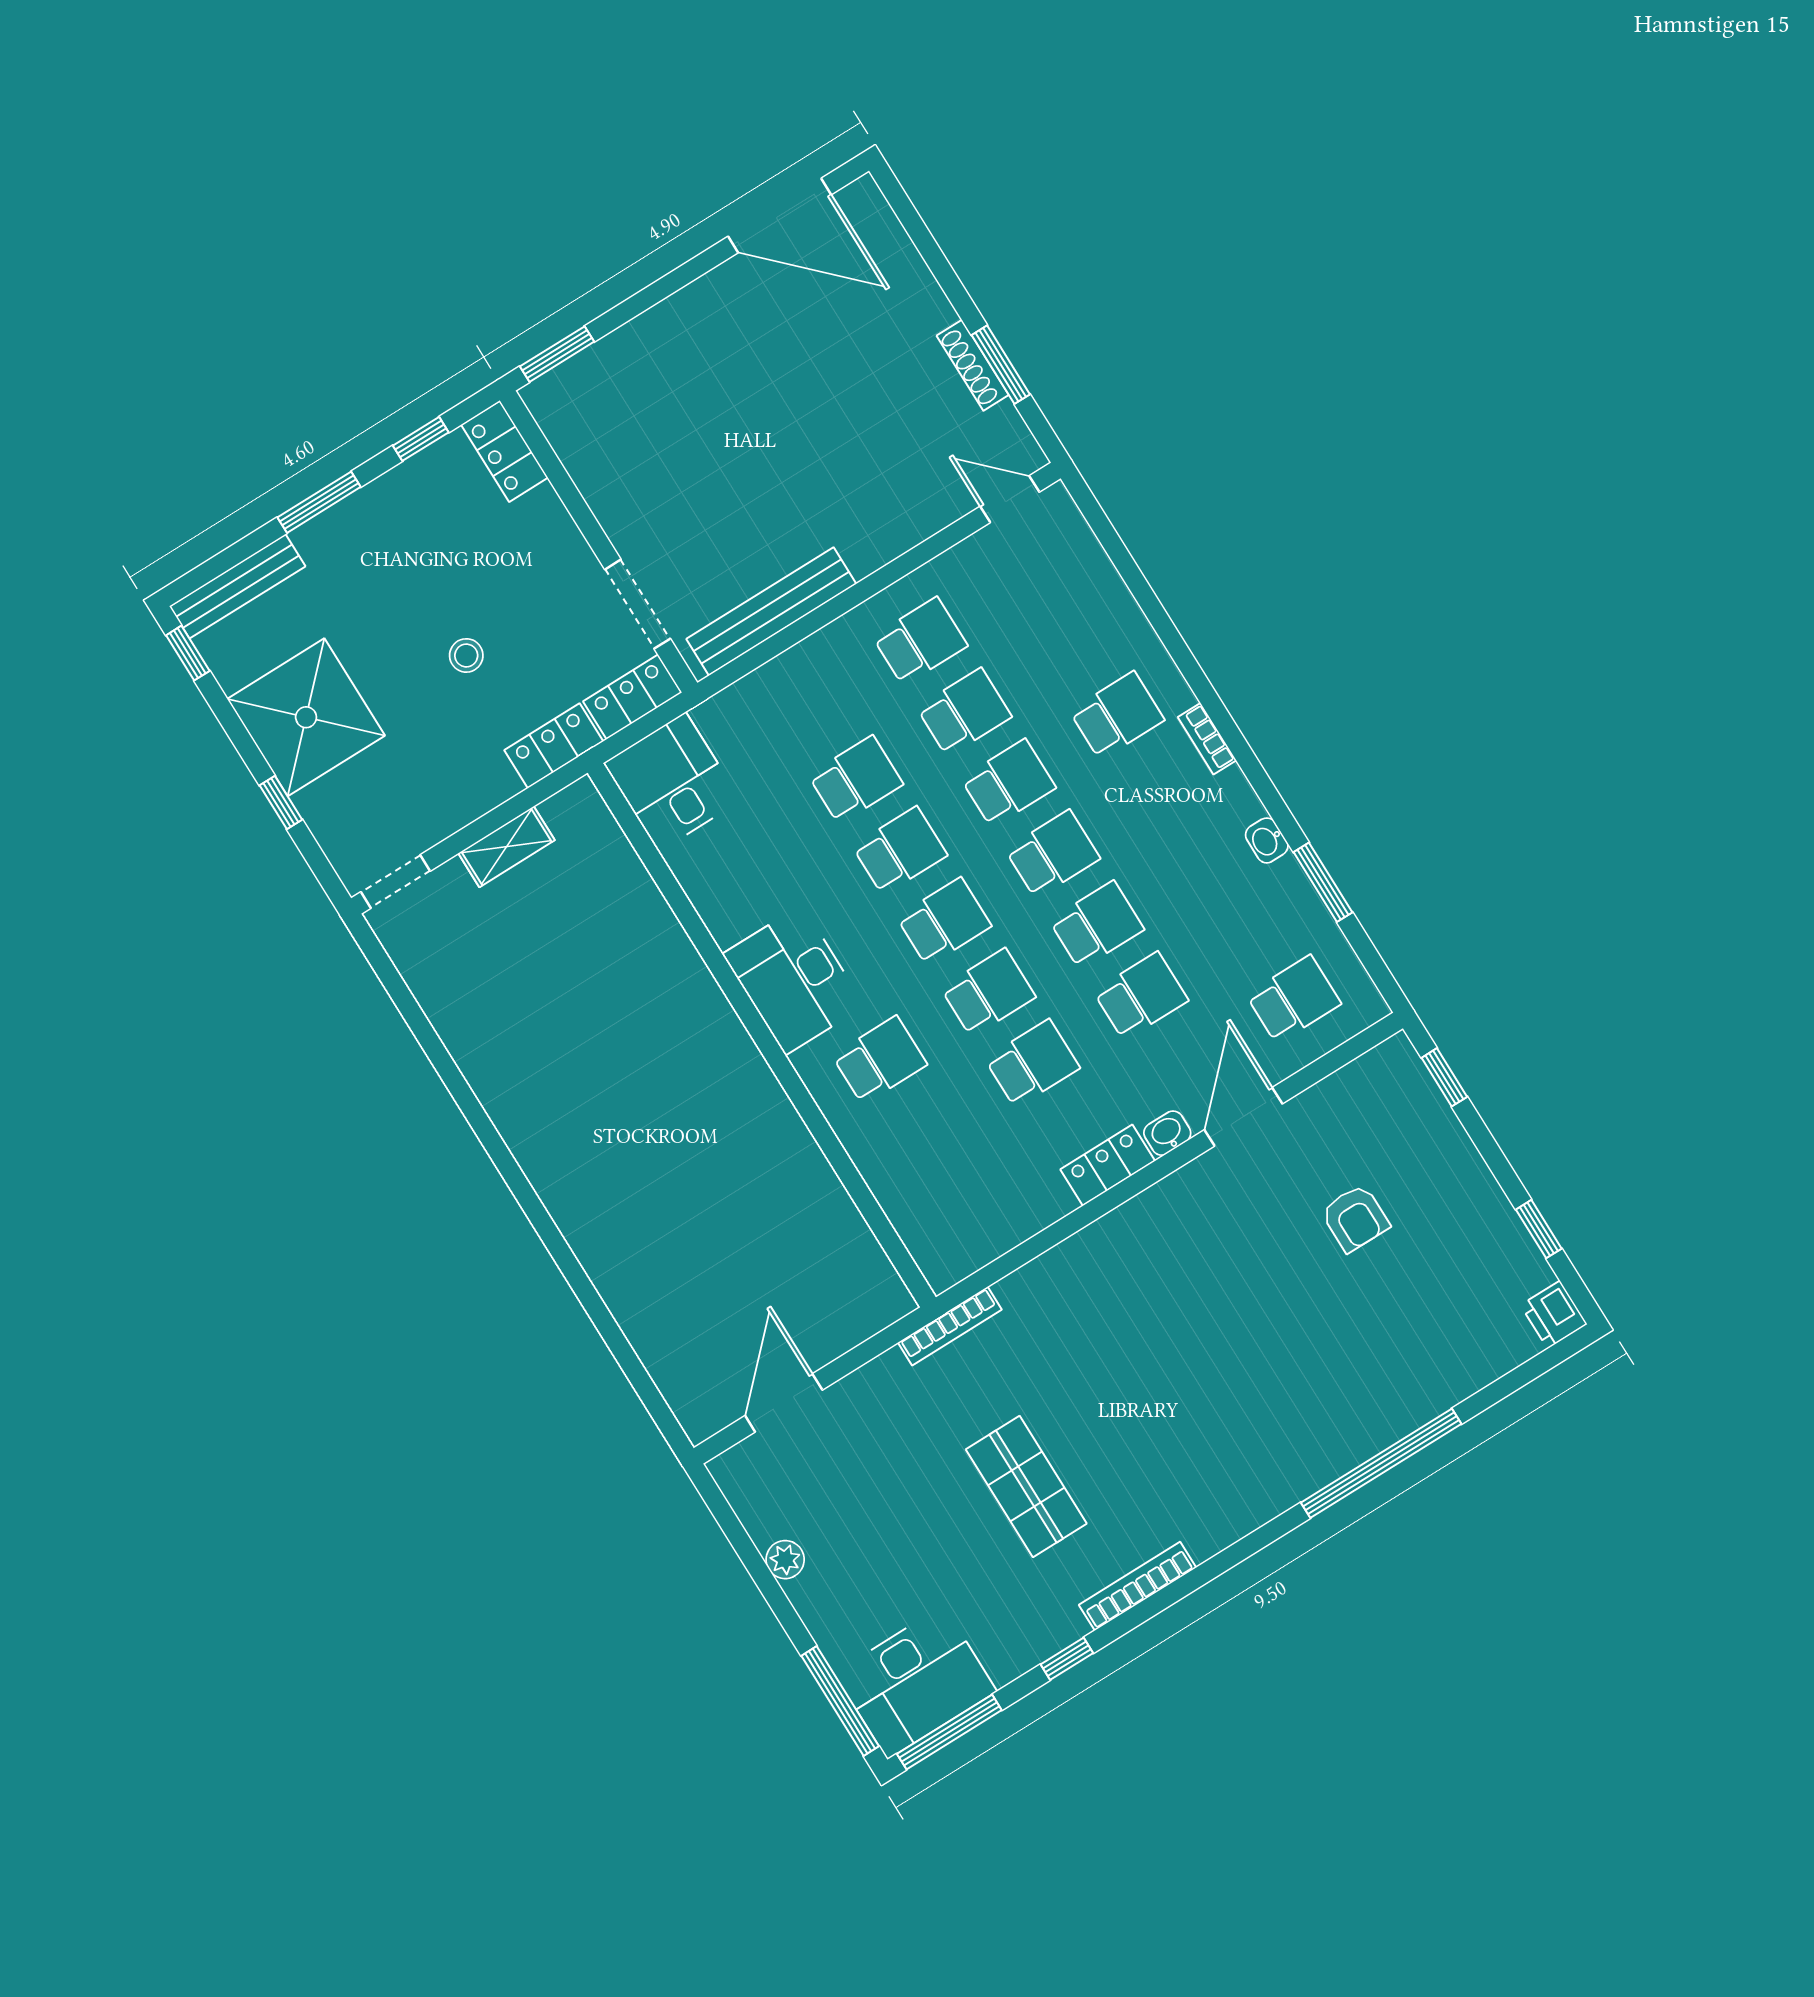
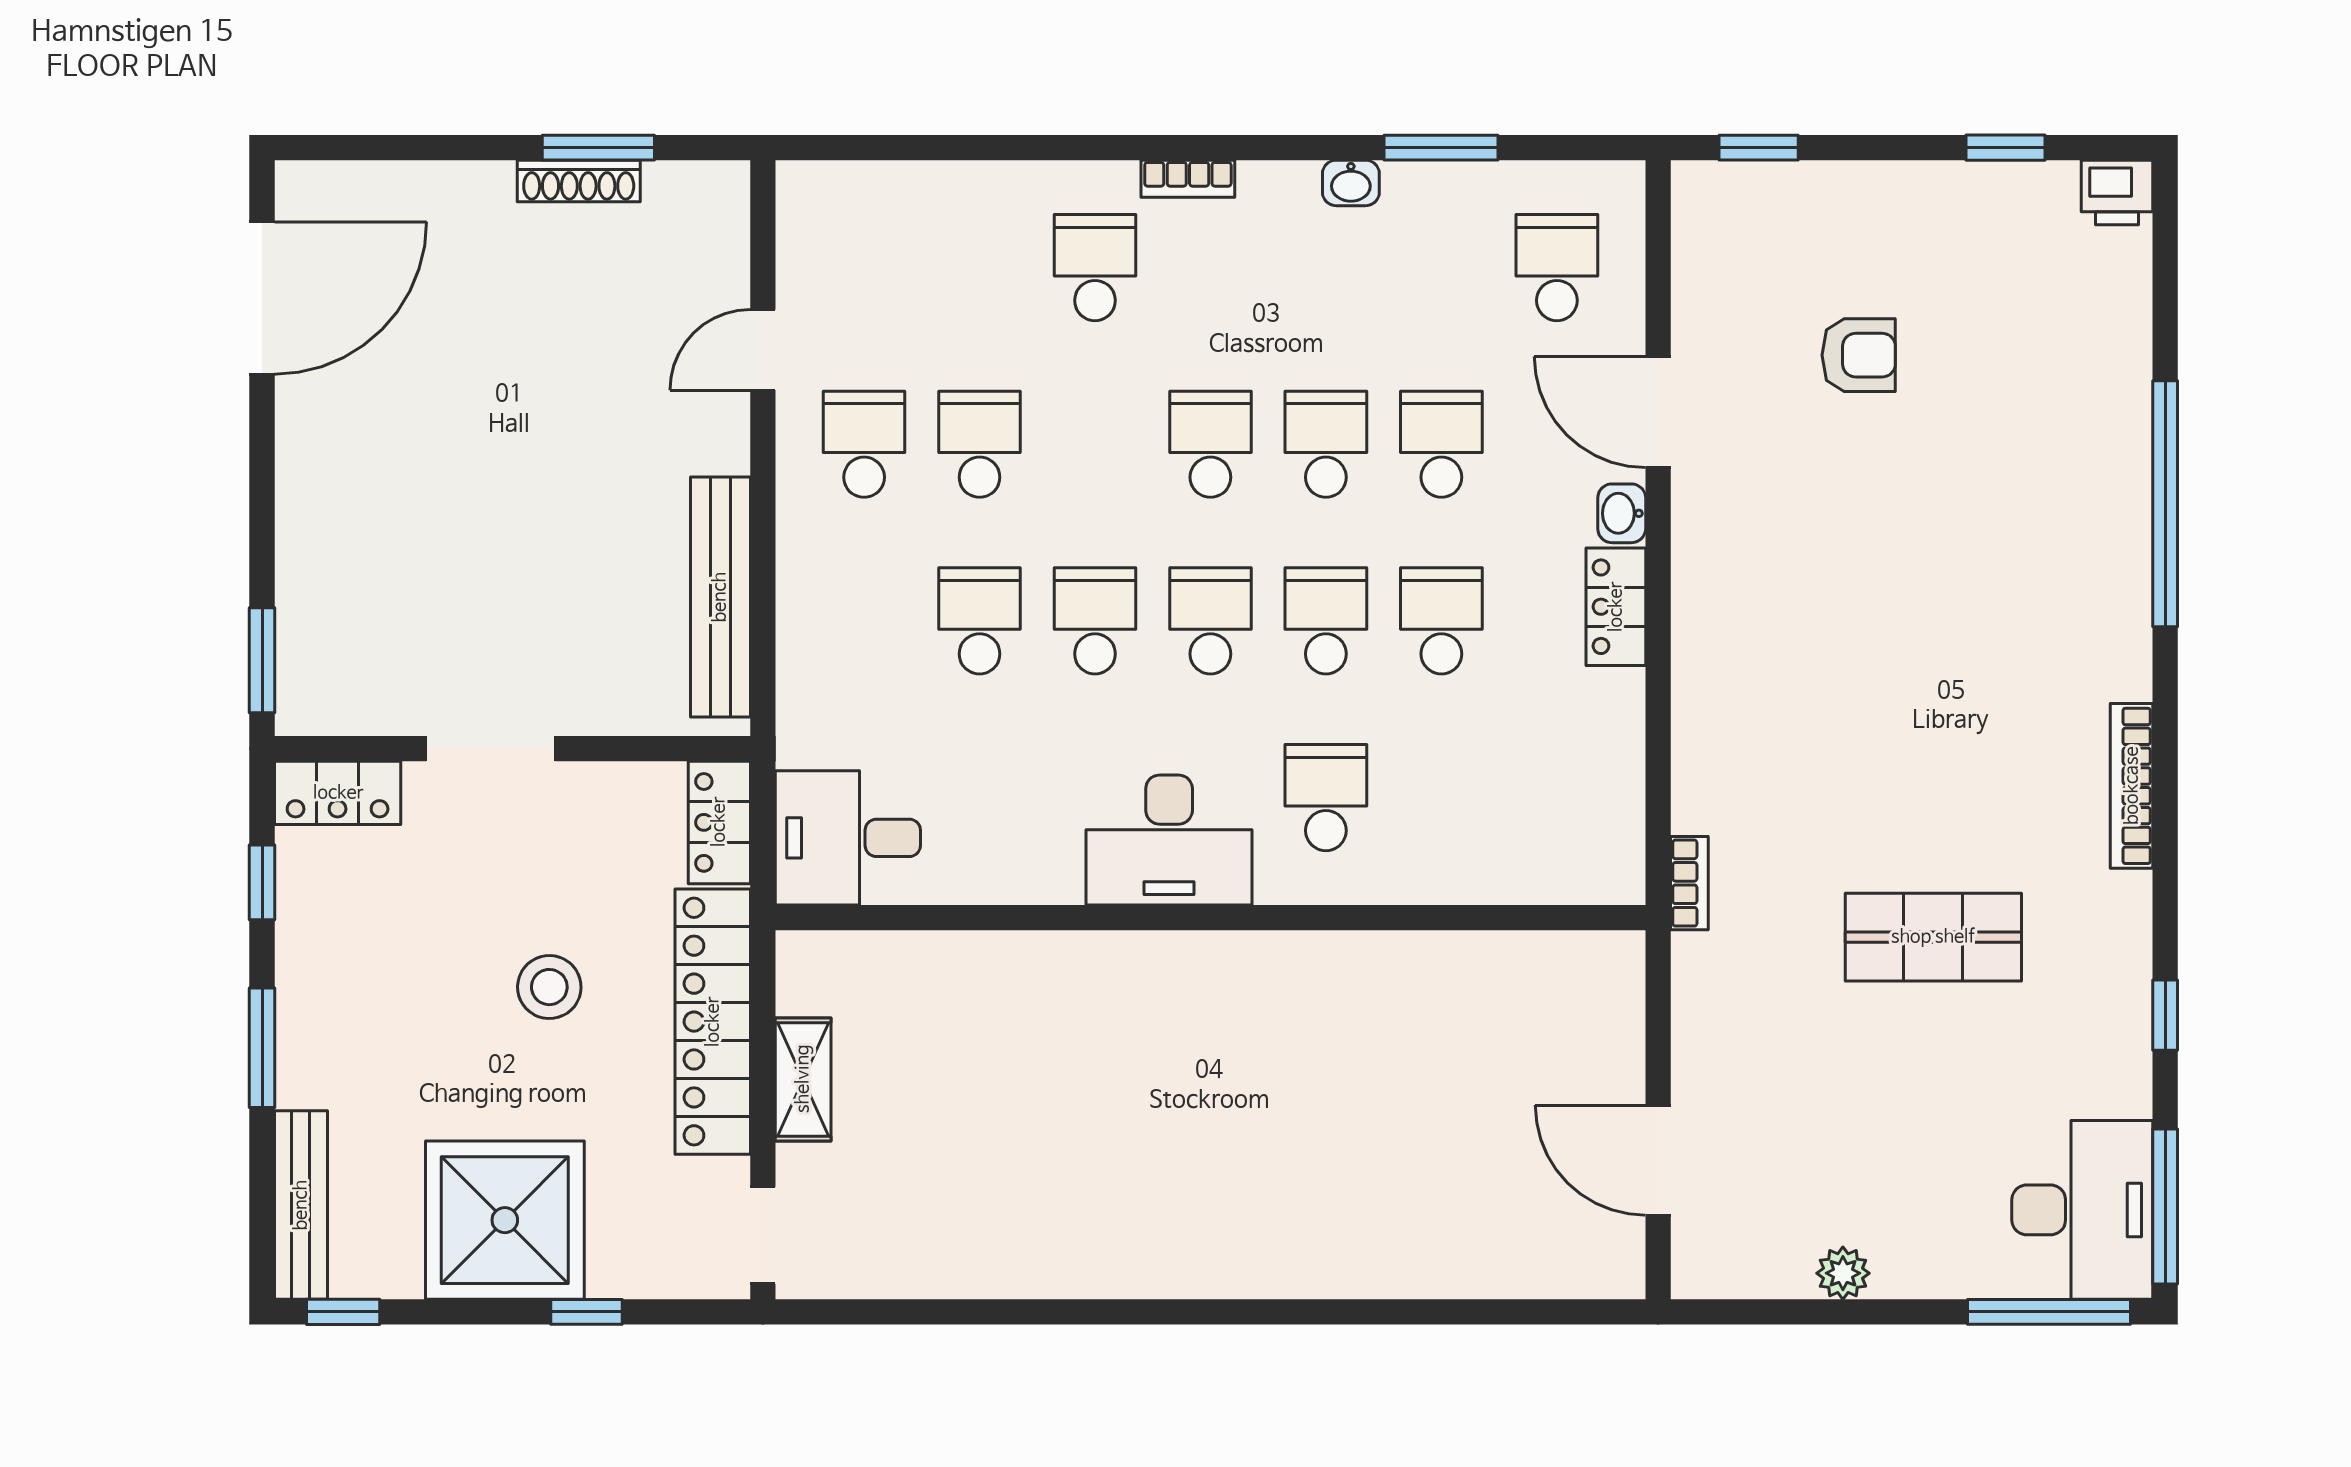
door: (1010, 499) -> (763, 350), moved
doorway: (638, 604) -> (491, 749), moved
stool: (466, 655) -> (549, 987), width x1.37, depth x1.37
locker: (554, 746) -> (713, 1022), width x2.16, depth x1.21
school desk: (1008, 783) -> (1095, 444), removed
bookcase: (950, 1326) -> (1689, 883), width x0.64
bookcase: (1137, 1586) -> (2132, 786), moved

